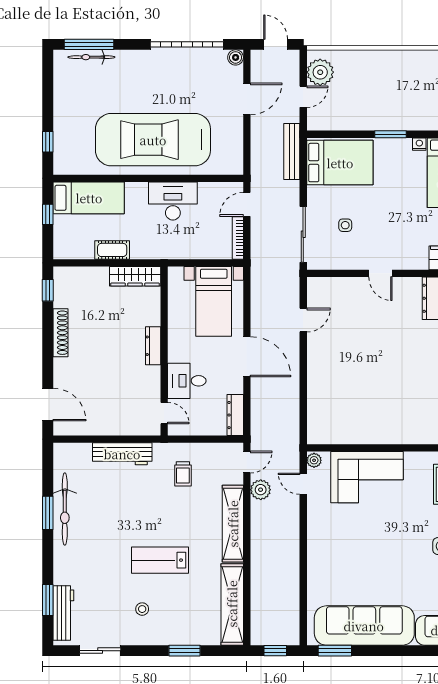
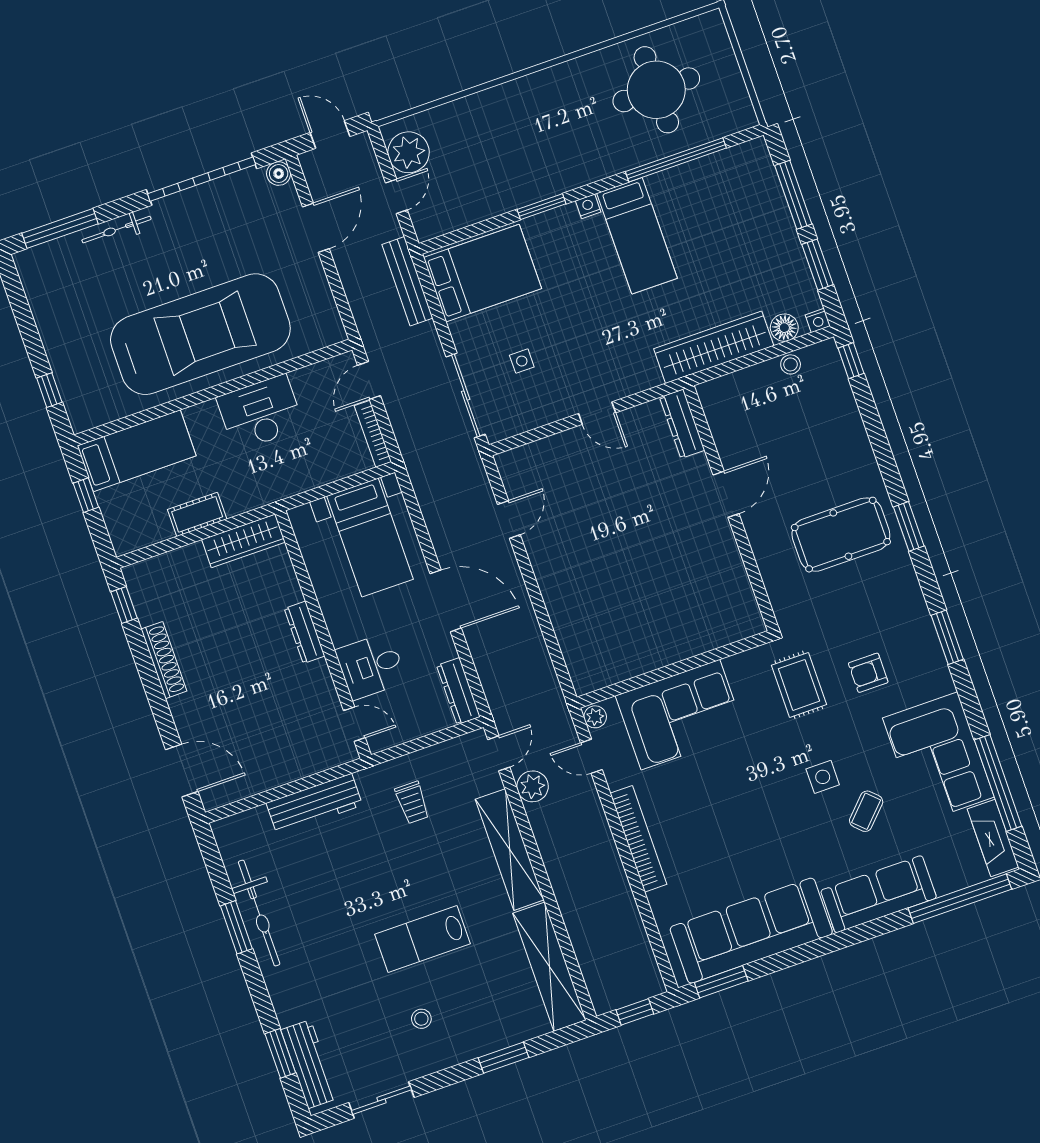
bicycle: (91, 57) -> (116, 230), moved
car: (153, 140) -> (200, 334), turned 180
bookcase: (315, 545) -> (638, 839), added

